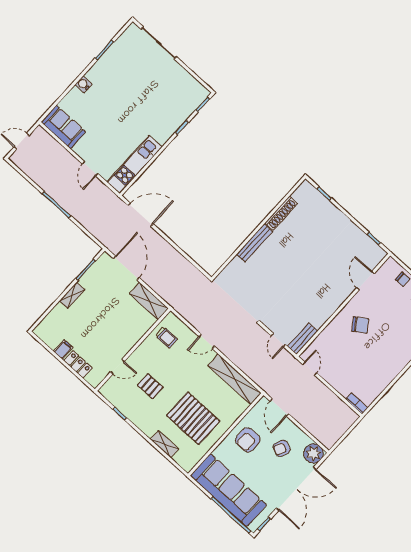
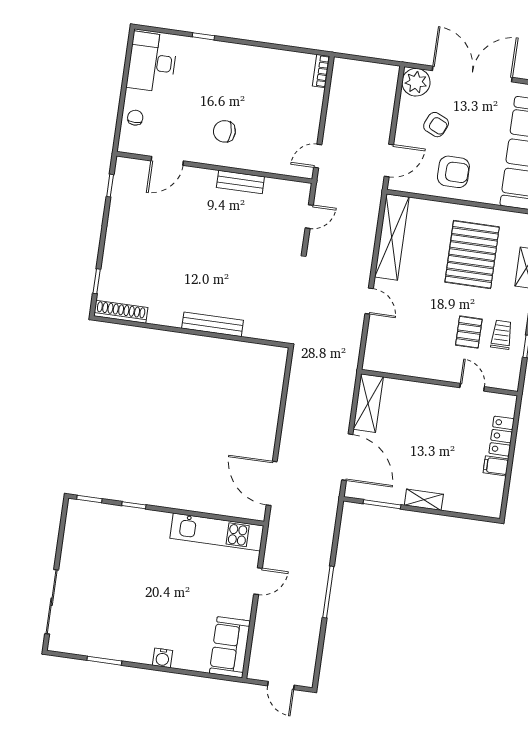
shoe rack: (281, 213) -> (121, 312), moved
door: (126, 268) -> (347, 457), swing flipped
chair: (360, 325) -> (224, 131), turned -55
trolley: (166, 337) -> (502, 335), moved
bench: (303, 339) -> (240, 182), moved

